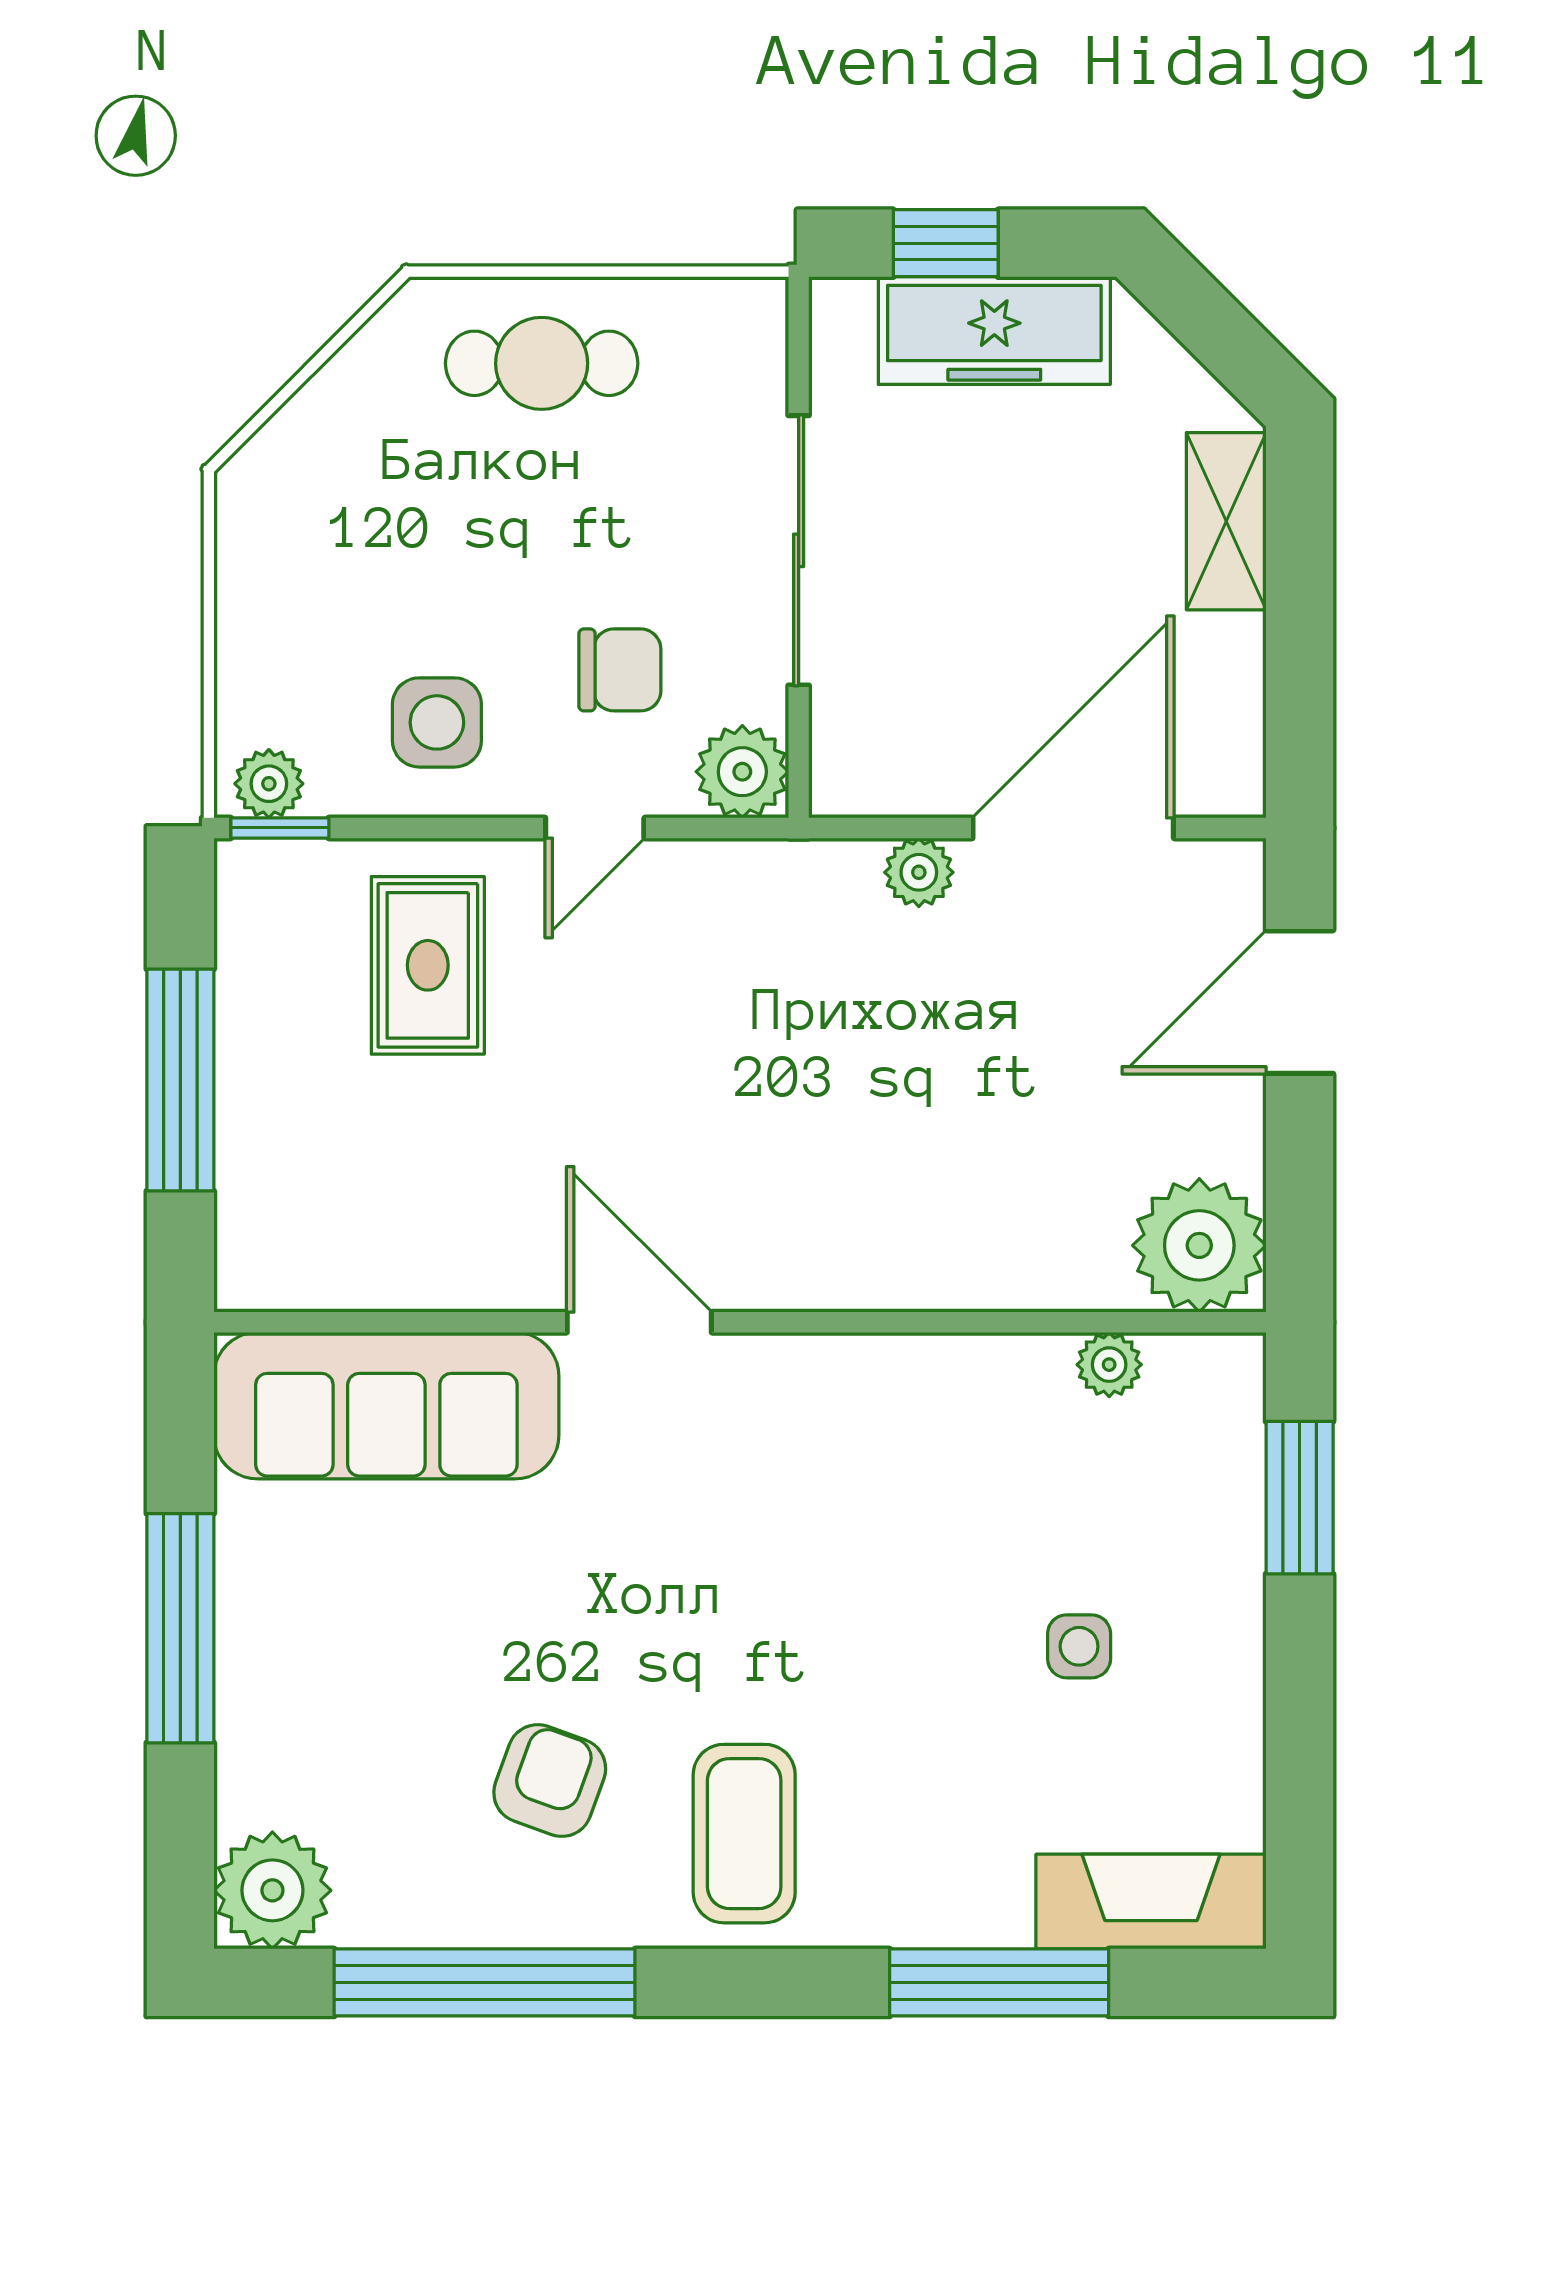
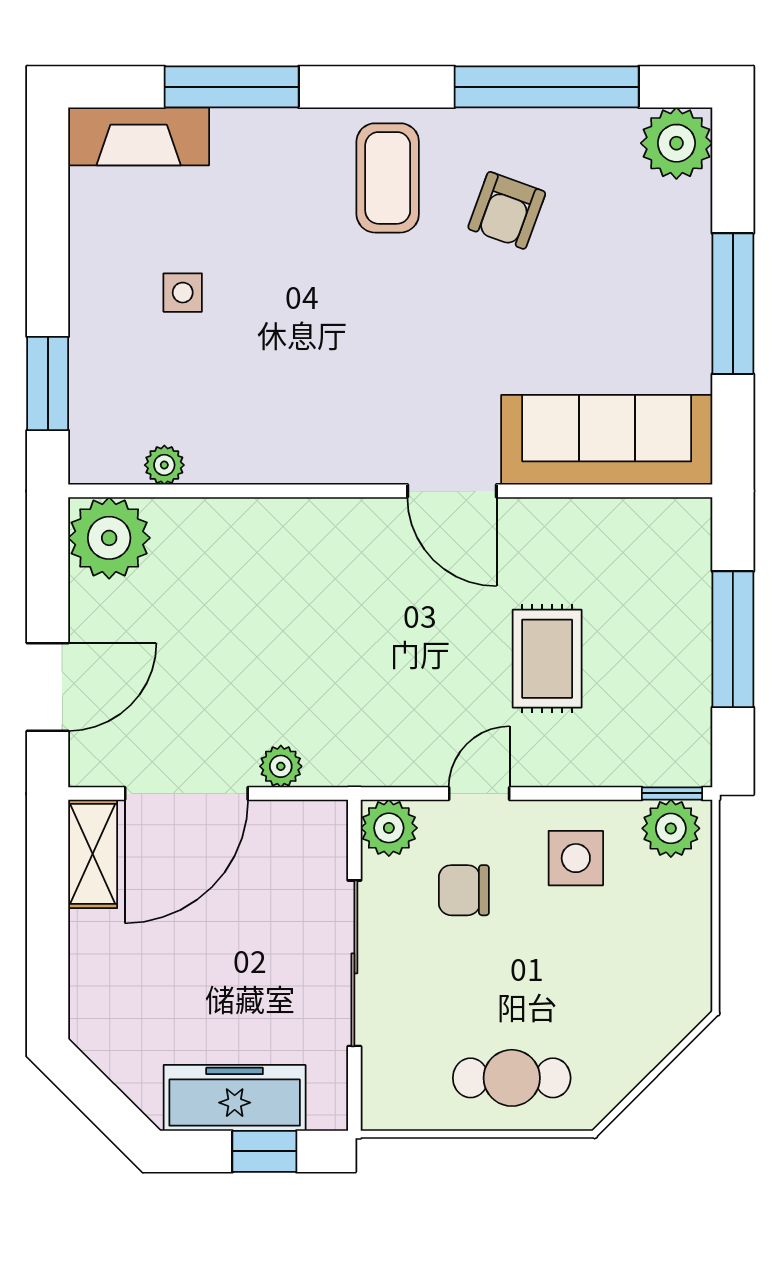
shelving: (1226, 521) -> (93, 854), moved
plant: (269, 784) -> (671, 828), width x1.38, depth x1.38
rug: (428, 965) -> (547, 659), moved

